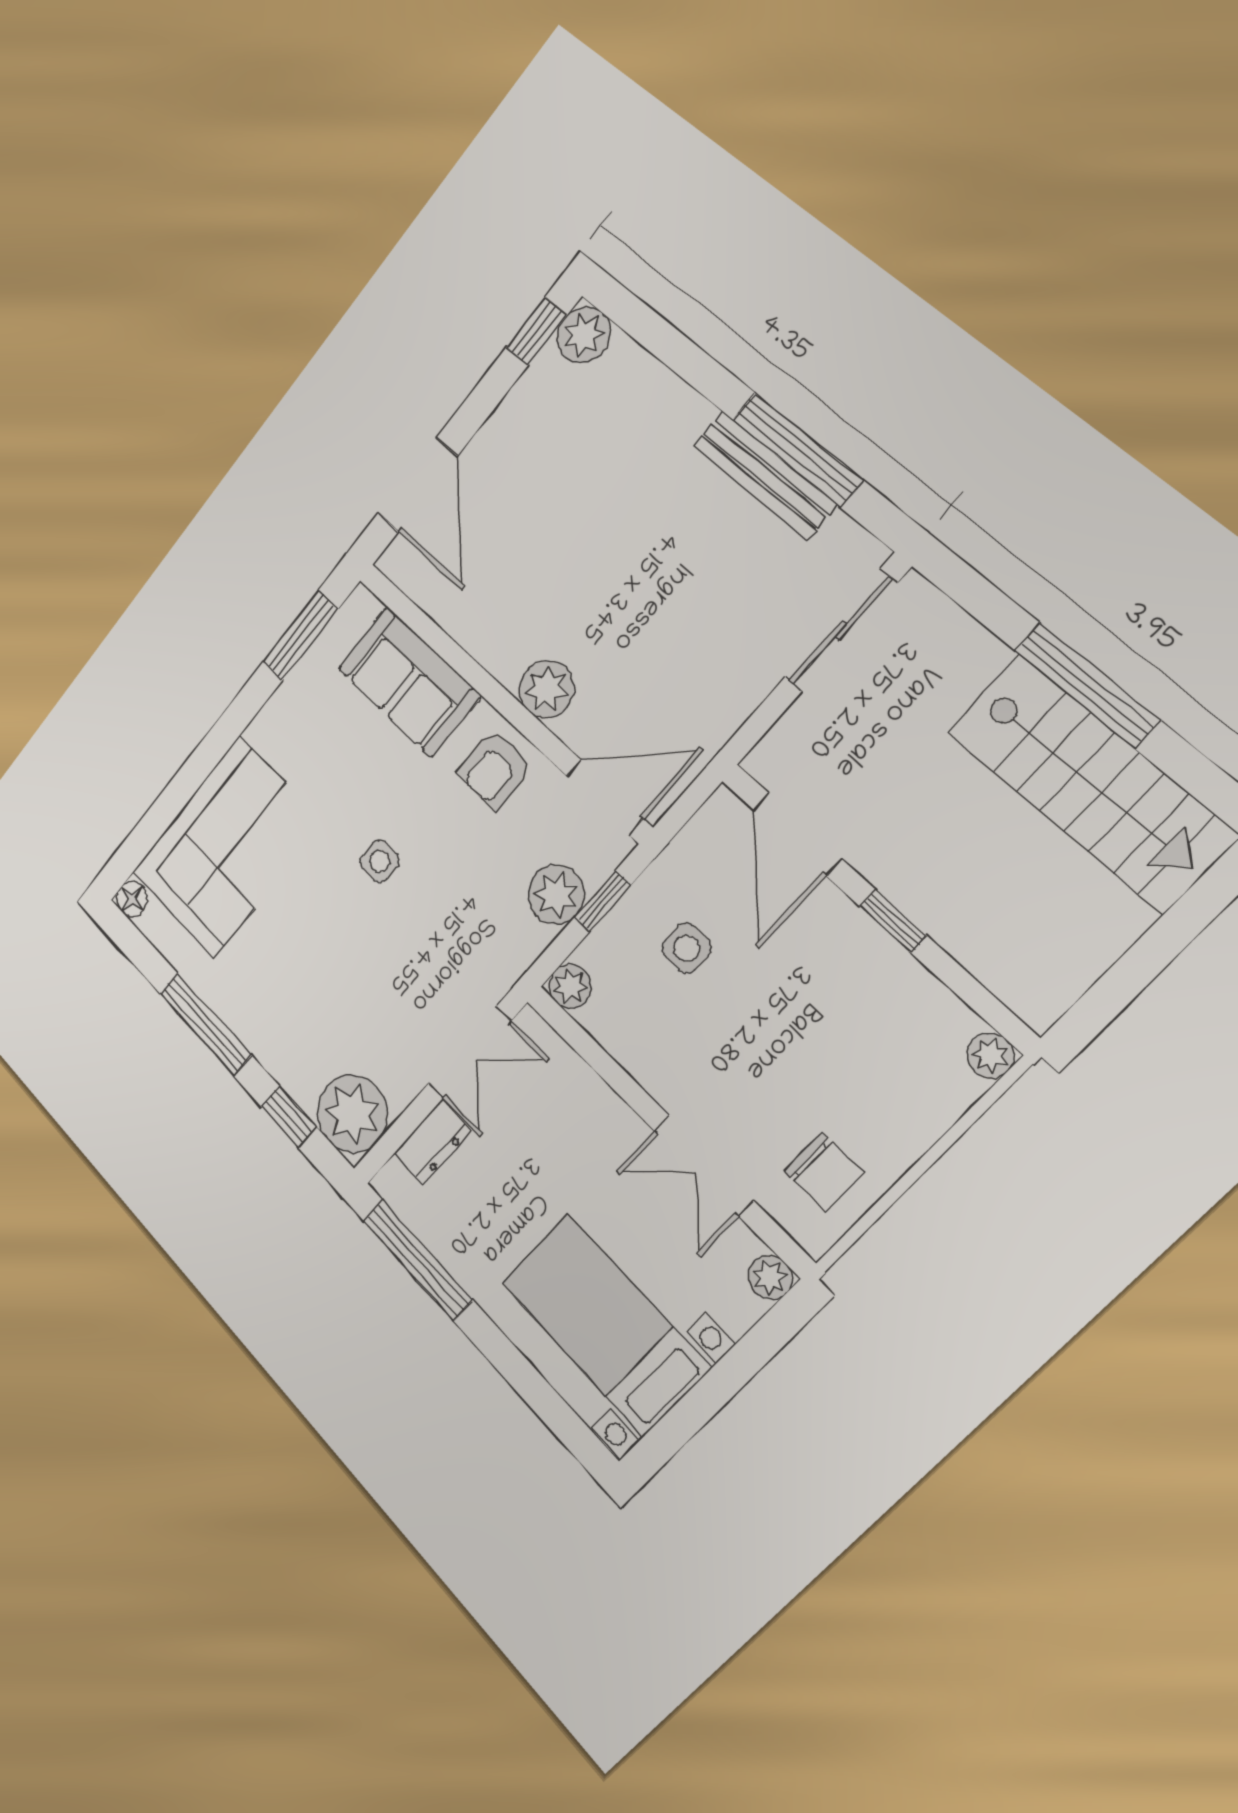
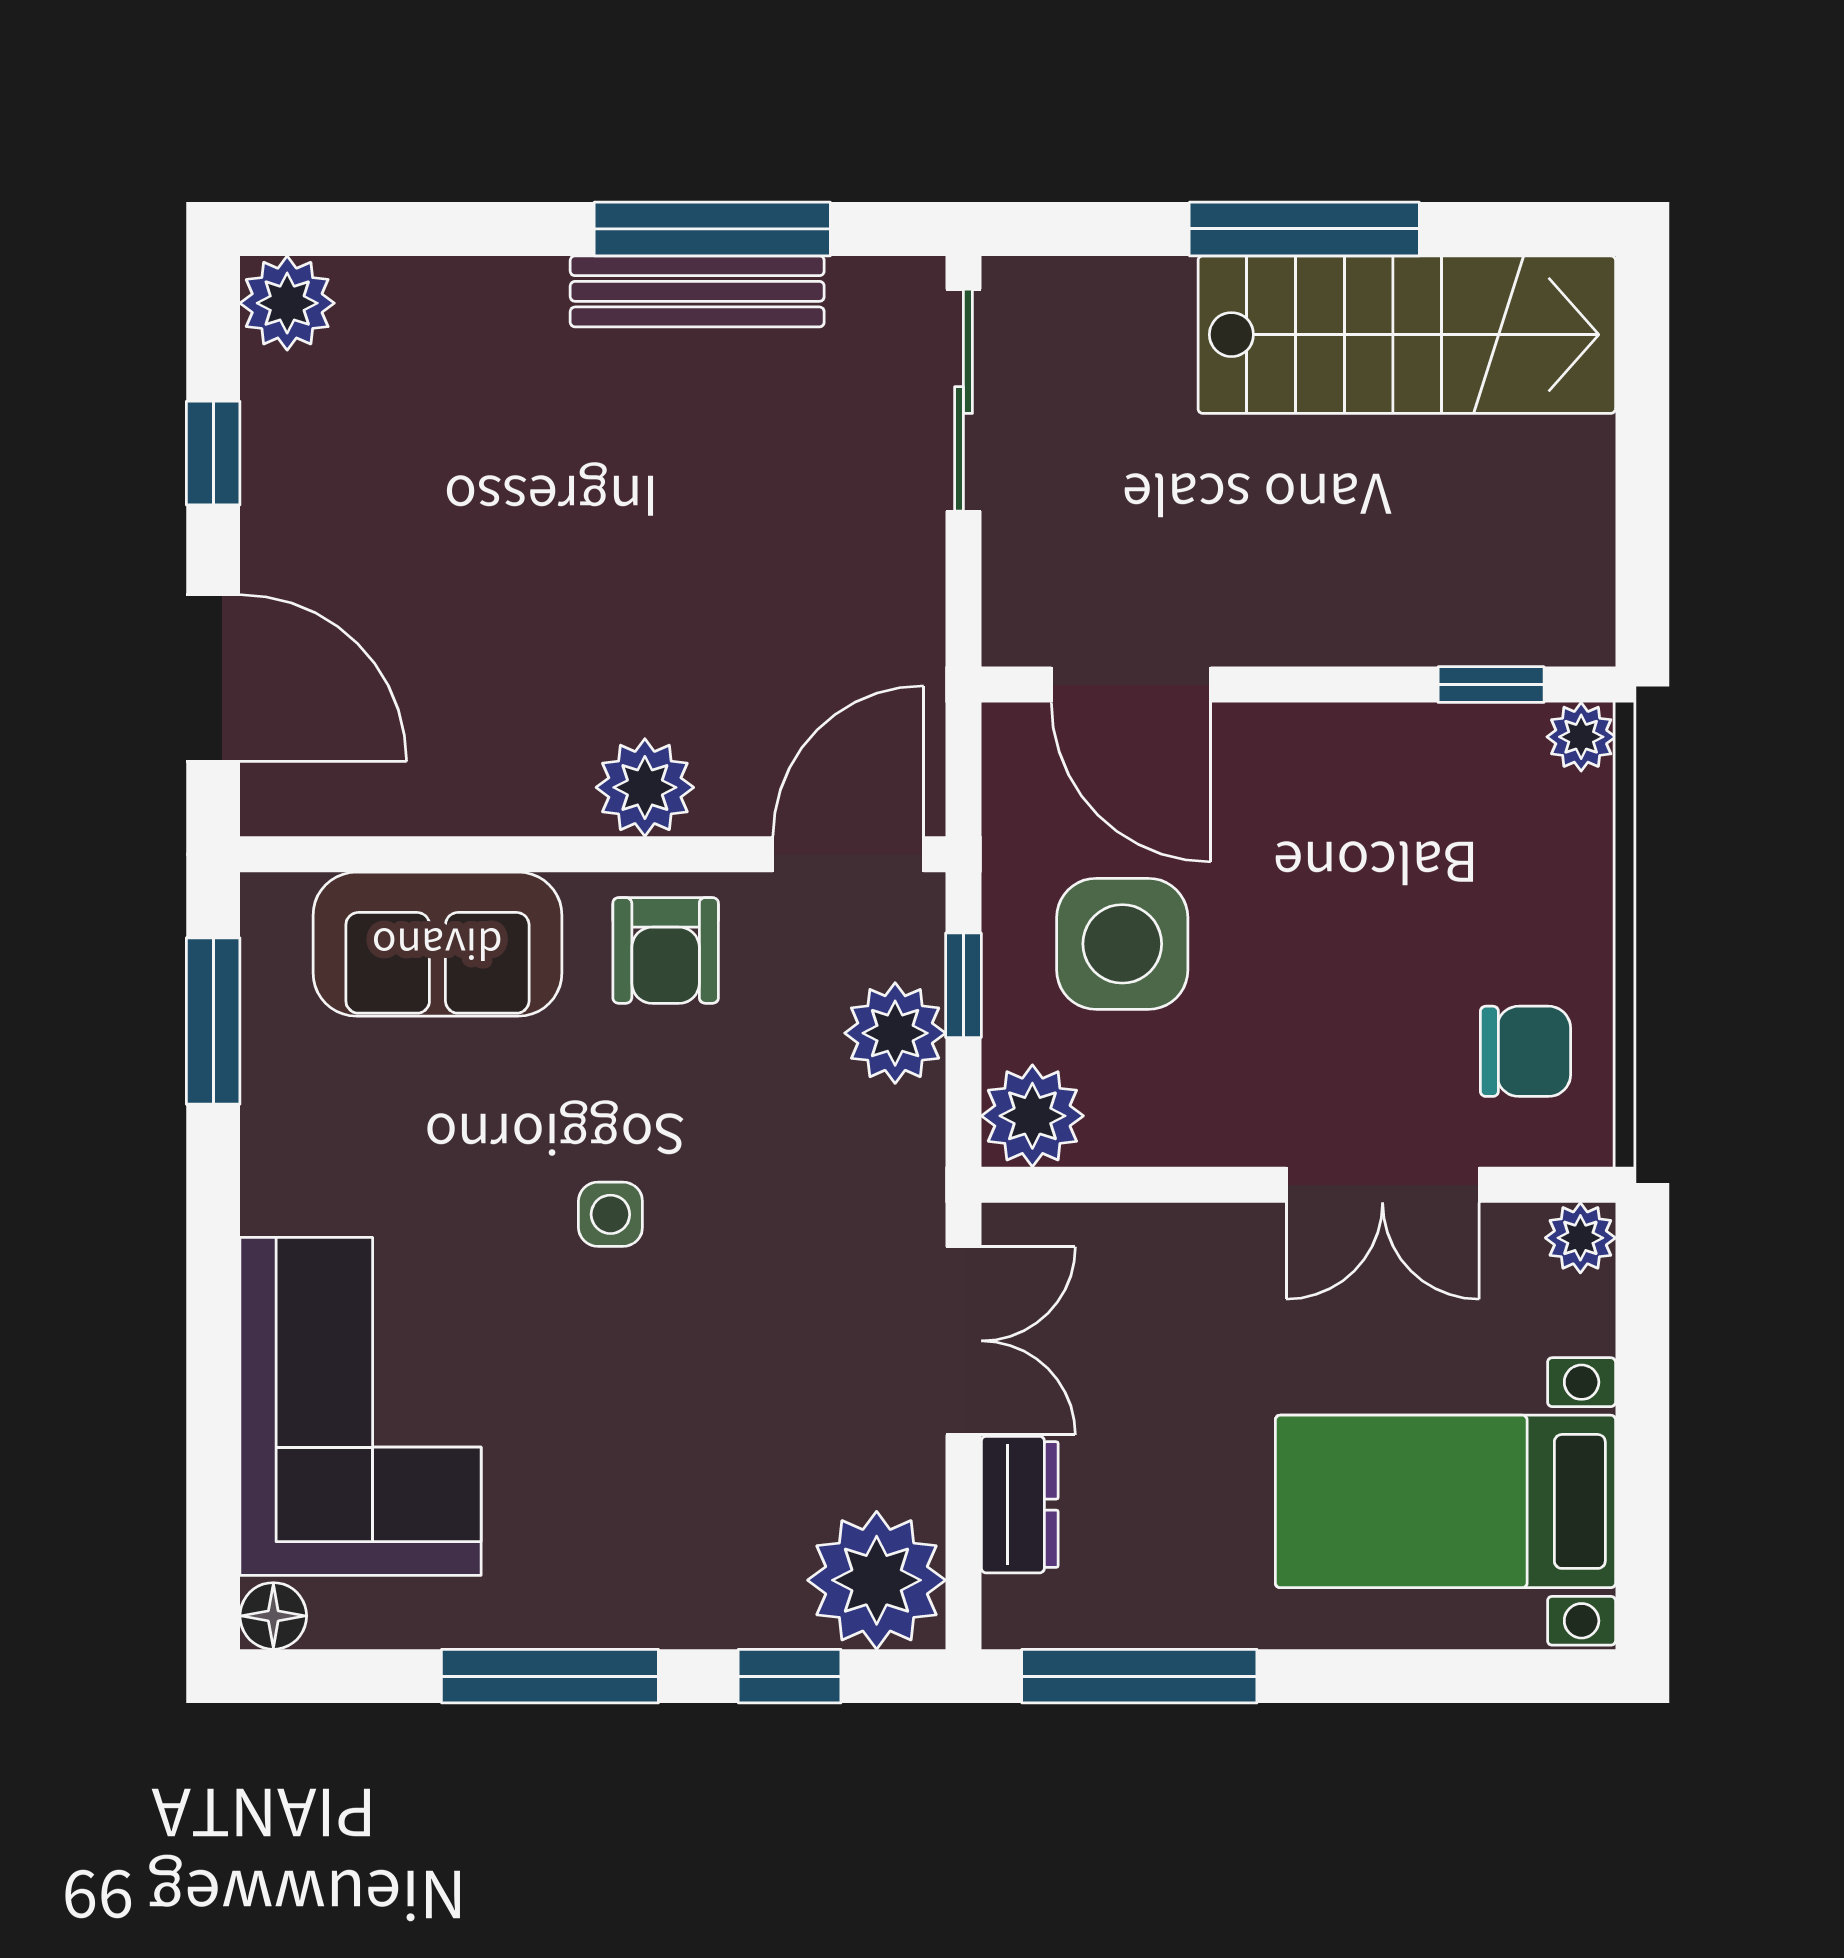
window: (537, 331) -> (213, 453), moved
window: (893, 921) -> (1491, 685), moved
side table: (687, 948) -> (1122, 944), width x1.87, depth x1.87
plant: (570, 986) -> (1032, 1116), width x1.38, depth x1.38

